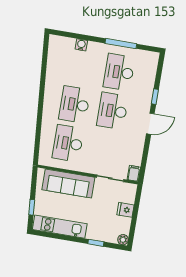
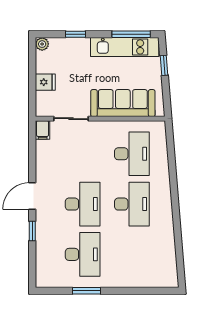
window: (121, 44) -> (86, 291), width x0.69
water cooler: (81, 45) -> (136, 281), removed
window: (53, 236) -> (131, 34), added

